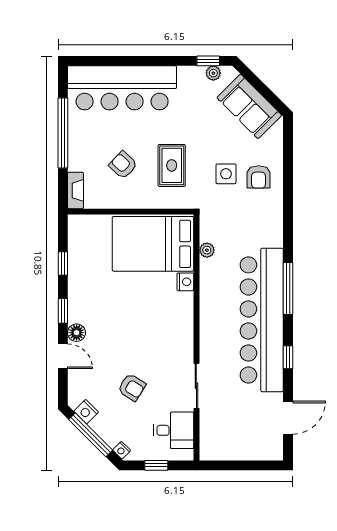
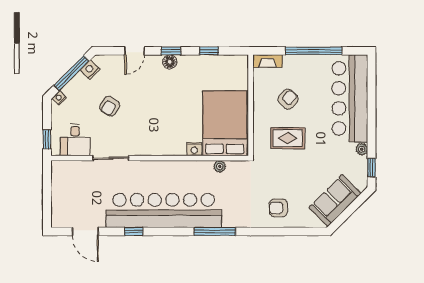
plant: (213, 73) -> (362, 149), moved
side table: (226, 174) -> (281, 182), removed
window: (288, 289) -> (215, 232), moved
floor lamp: (77, 333) -> (170, 62), moved
window: (156, 465) -> (47, 139), moved

